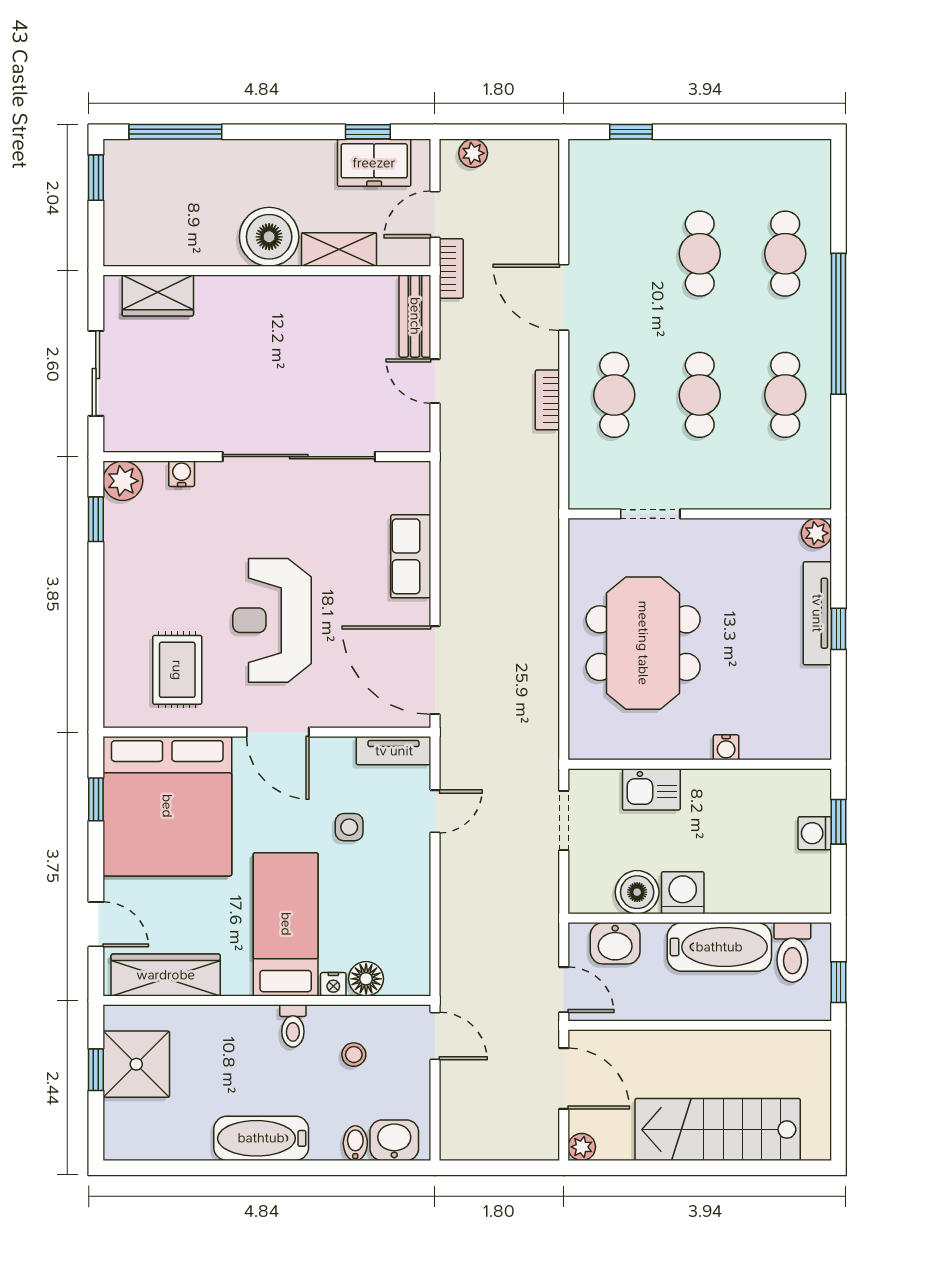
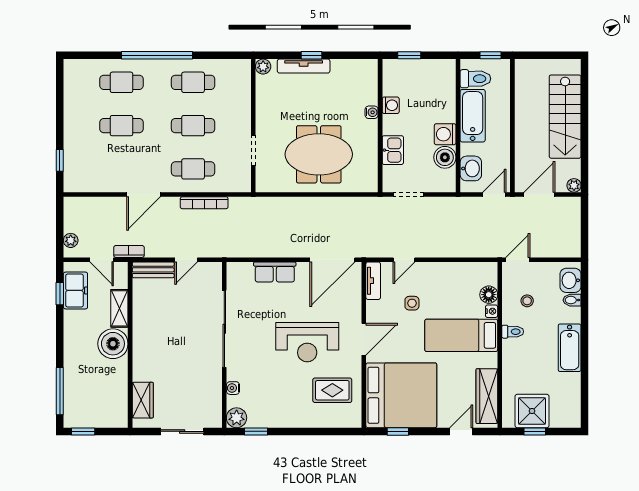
bookcase: (547, 400) -> (204, 203), width x1.56
door: (435, 811) -> (404, 260), swing flipped
washing machine: (815, 833) -> (391, 105), moved, turned -90

